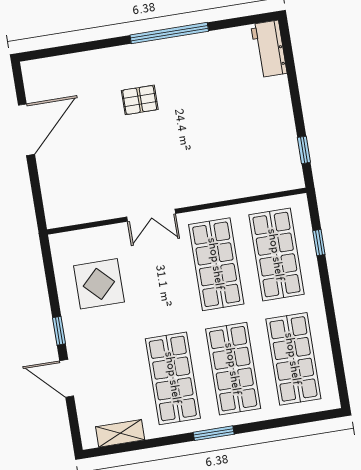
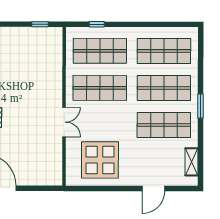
display table: (99, 284) -> (100, 160), width x1.36, depth x1.36
window: (59, 331) -> (124, 188), removed

